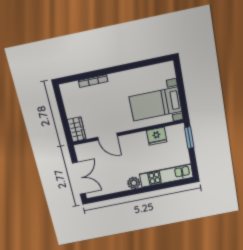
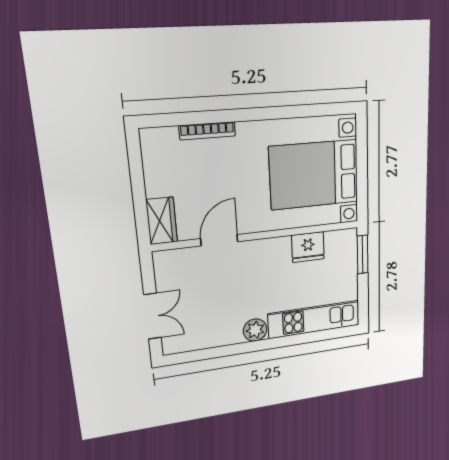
bed with nightstands: (155, 104) -> (314, 175), width x1.36
door: (107, 137) -> (219, 240), swing flipped
double door: (79, 178) -> (152, 316), width x0.73

